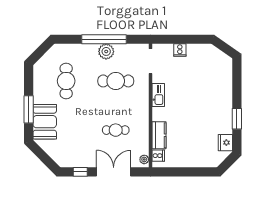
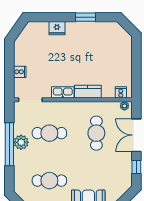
cafe table: (116, 81) -> (49, 133), turned 90
cafe table: (116, 130) -> (96, 133), width x1.37, depth x1.35
kitchen counter: (159, 135) -> (88, 92), moved
fridge: (225, 143) -> (57, 28), moved

